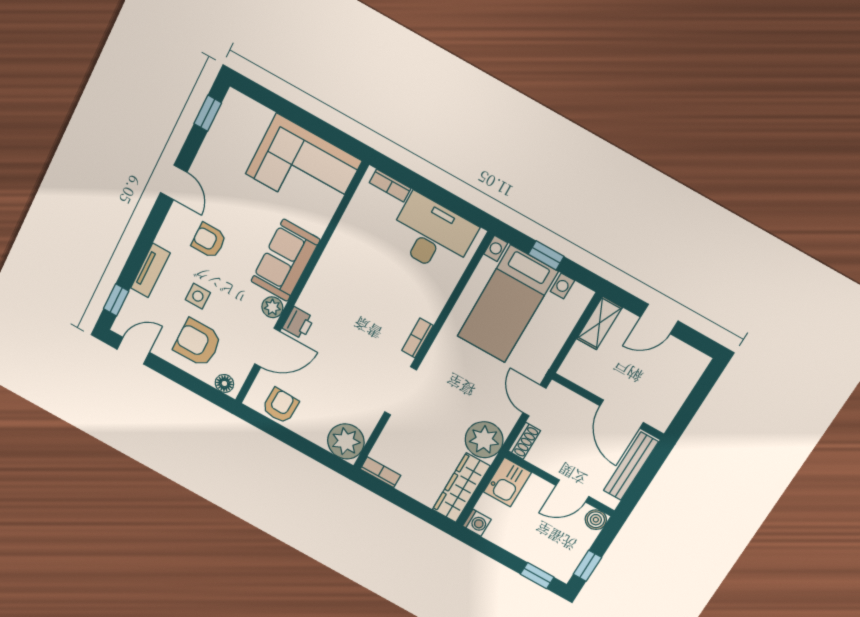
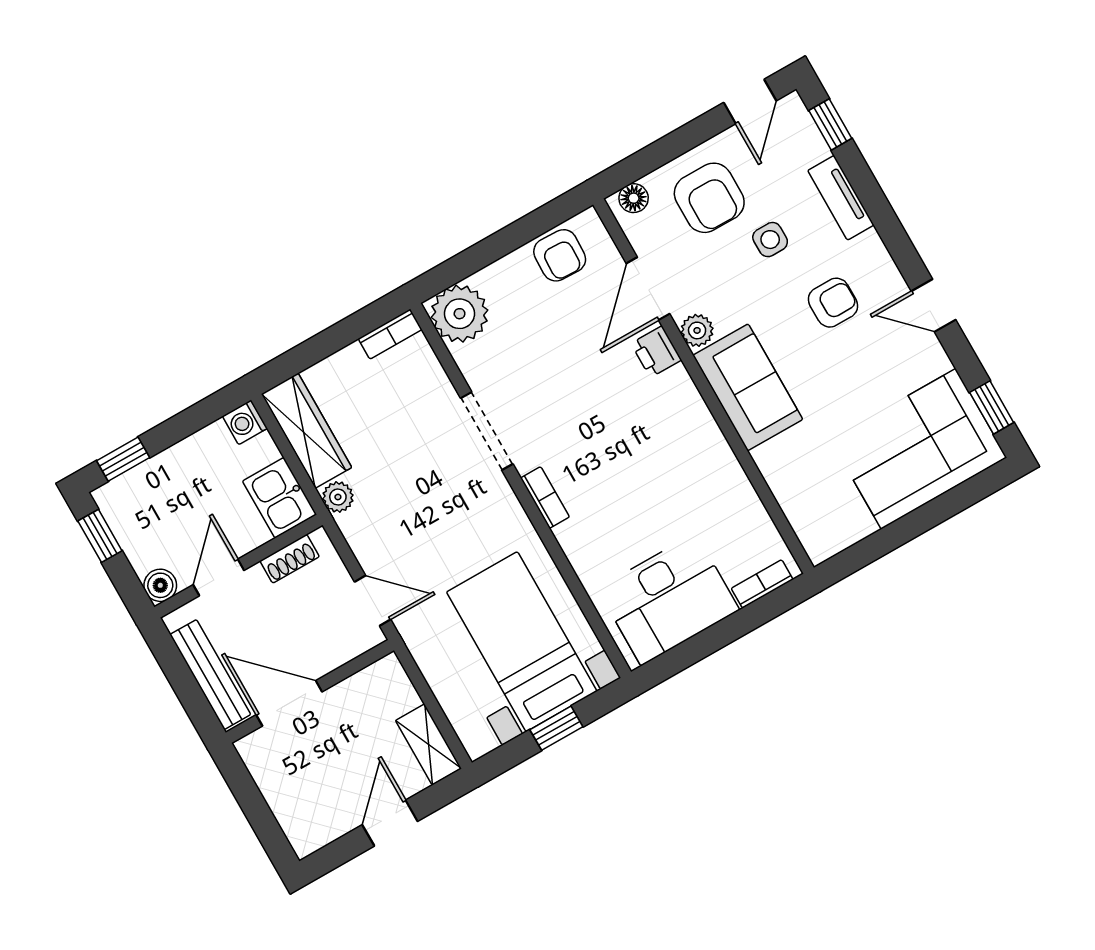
corner sofa: (303, 167) -> (919, 449), moved
armchair: (198, 343) -> (709, 198), turned 90
plant: (484, 440) -> (338, 497), width x0.53, depth x0.53
shoe rack: (524, 441) -> (290, 559), moved, turned -90

